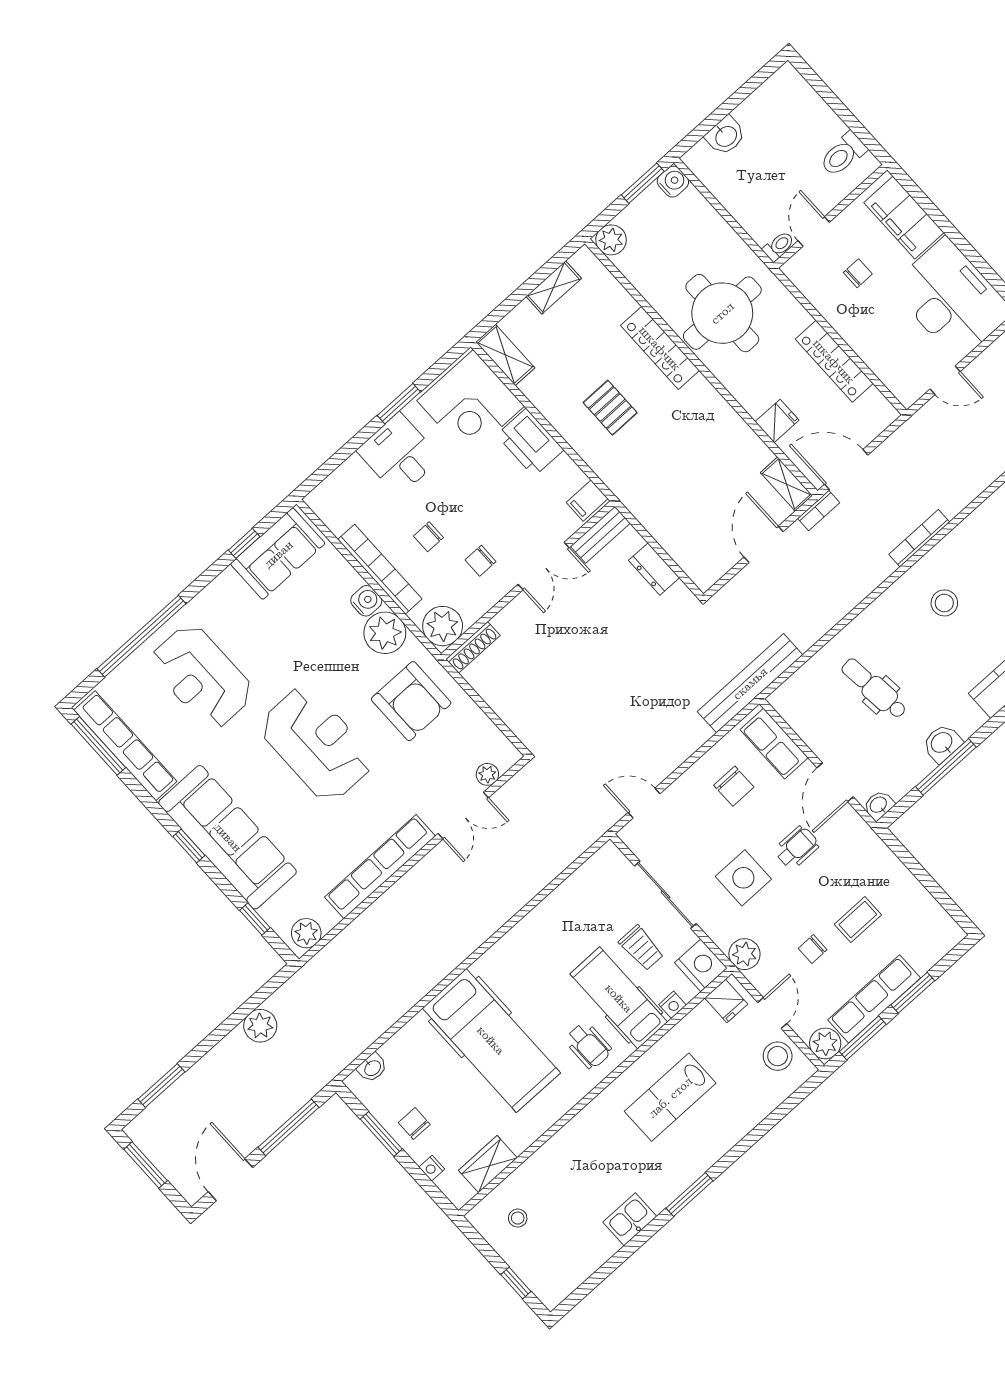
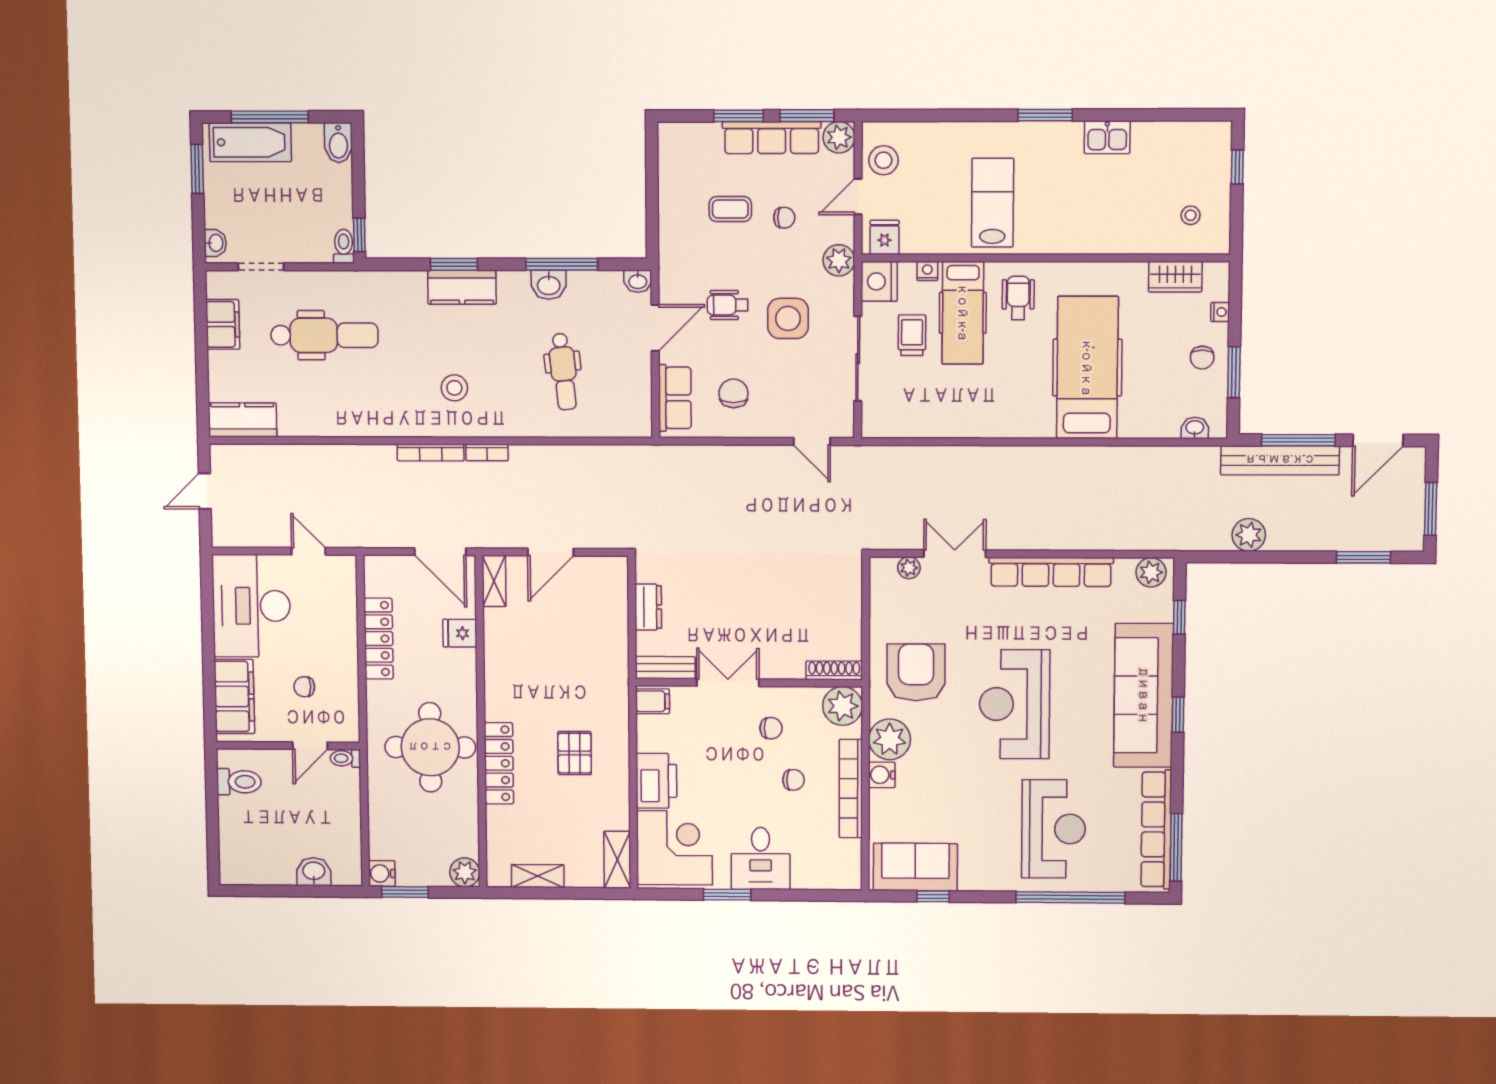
bookcase: (819, 511) -> (487, 453), moved, turned 180
bench: (750, 683) -> (1280, 460), moved
lab bench: (670, 1097) -> (992, 203), turned -90

